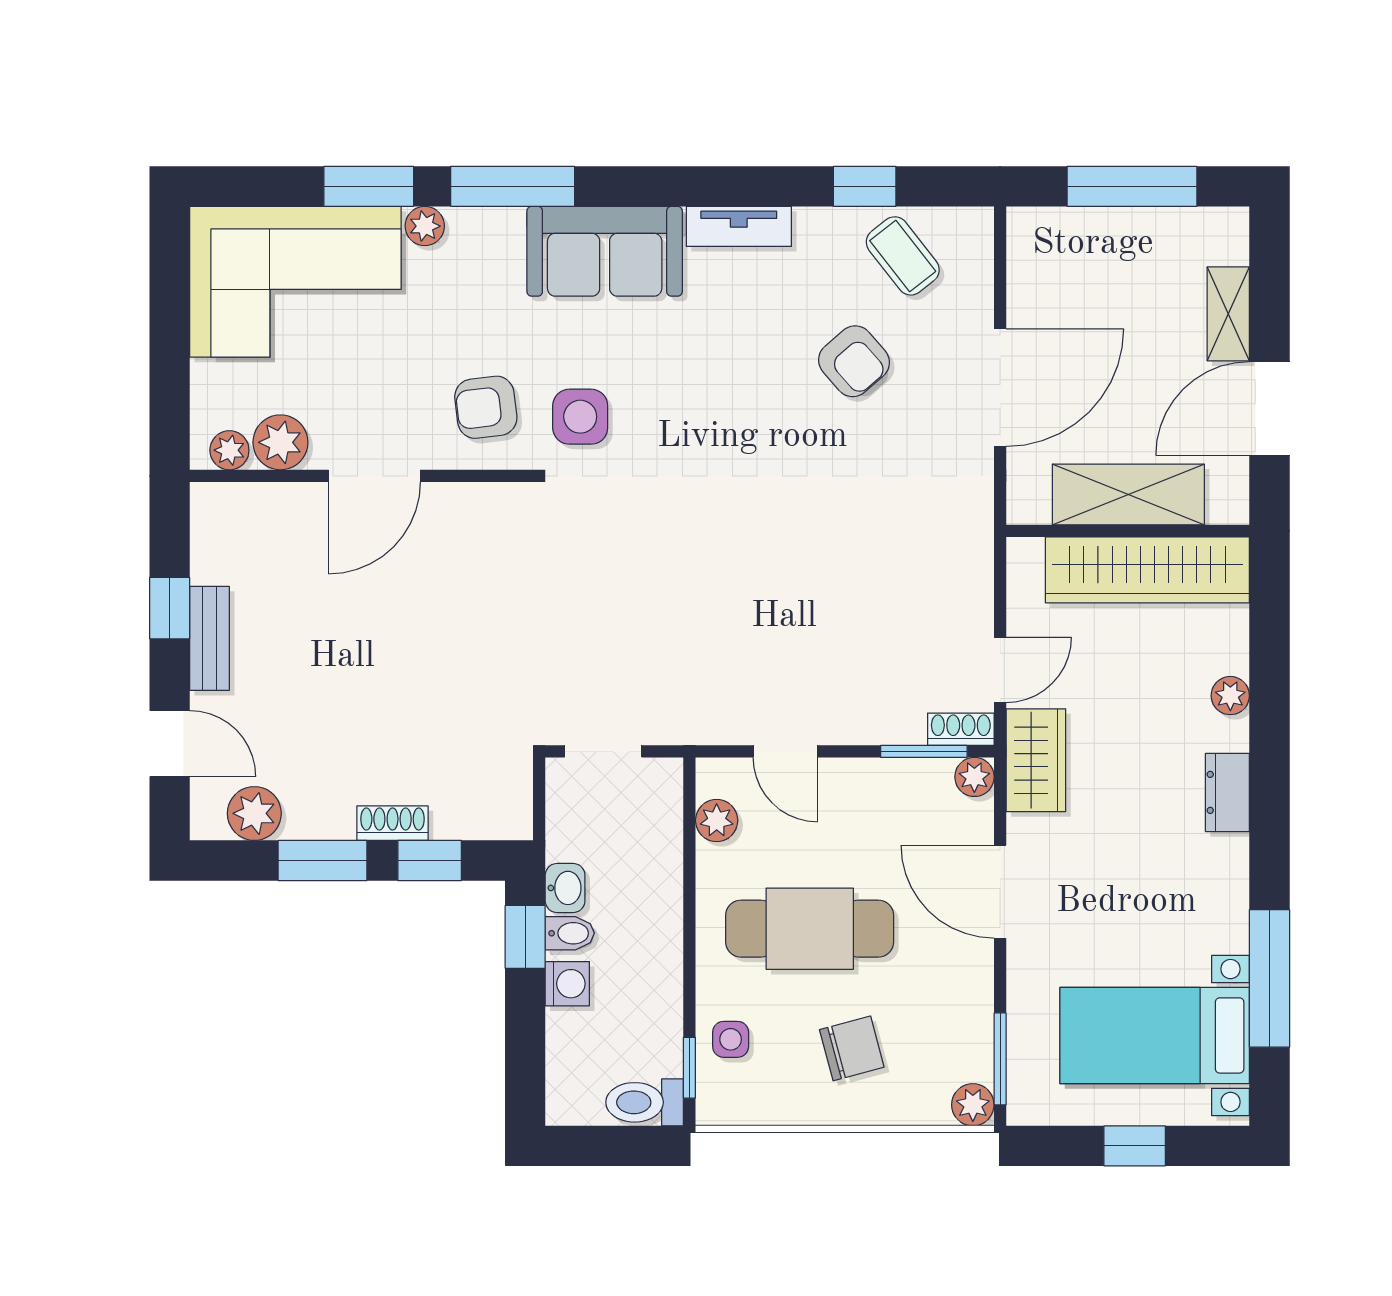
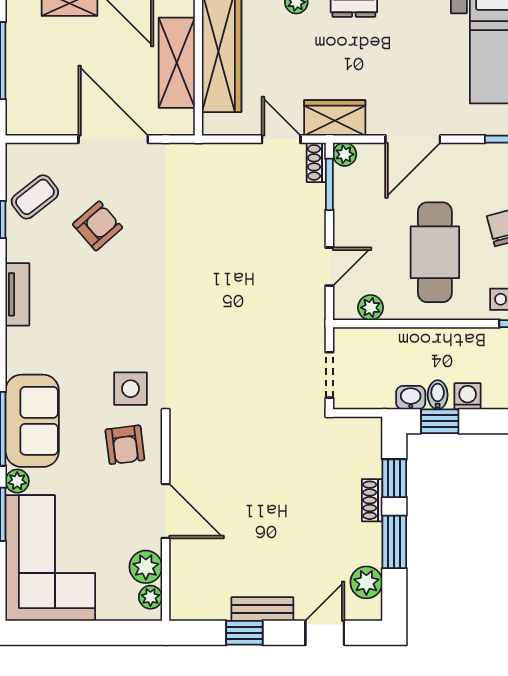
sofa: (605, 251) -> (32, 421), moved

